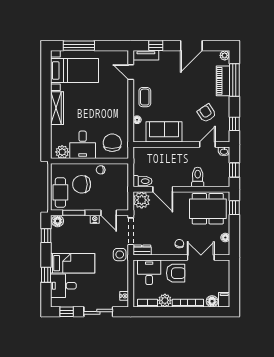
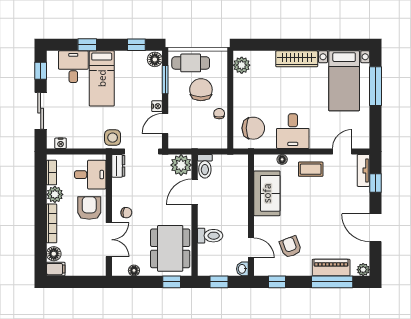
armchair: (207, 113) -> (290, 247), turned -77
desk: (83, 145) -> (293, 131), moved, turned -90
armchair: (176, 273) -> (89, 208), turned 180

